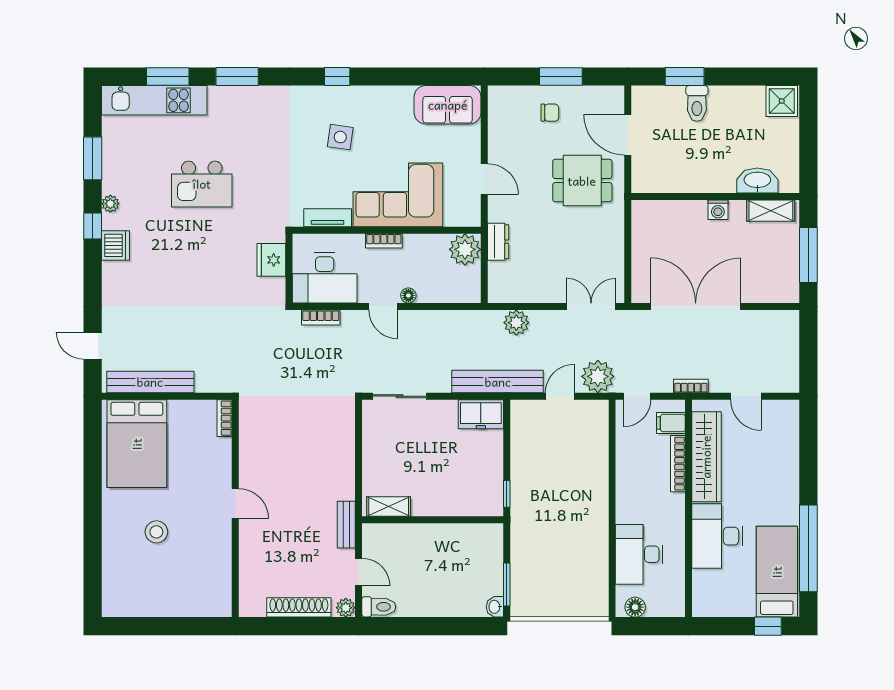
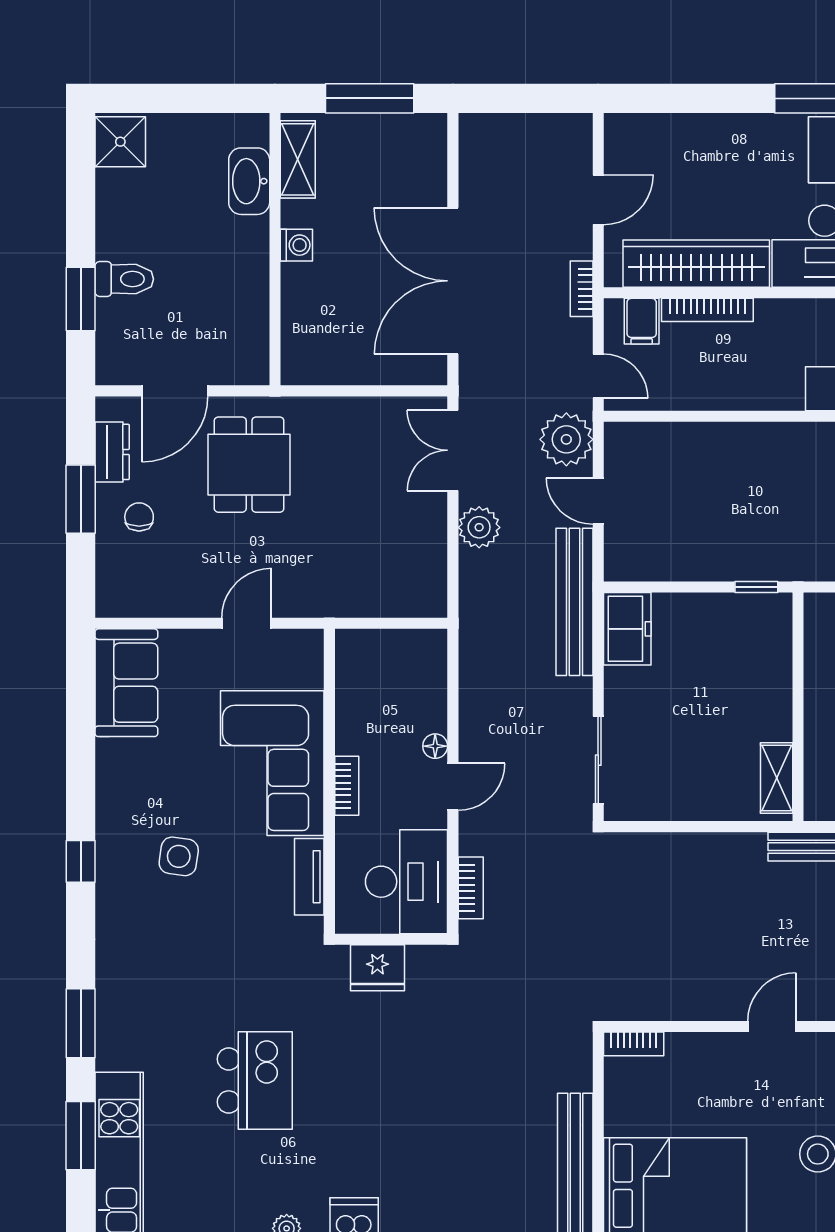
dresser: (498, 242) -> (112, 452), moved, turned 90
plant: (465, 249) -> (361, 655), removed
plant: (516, 323) -> (479, 527), moved

